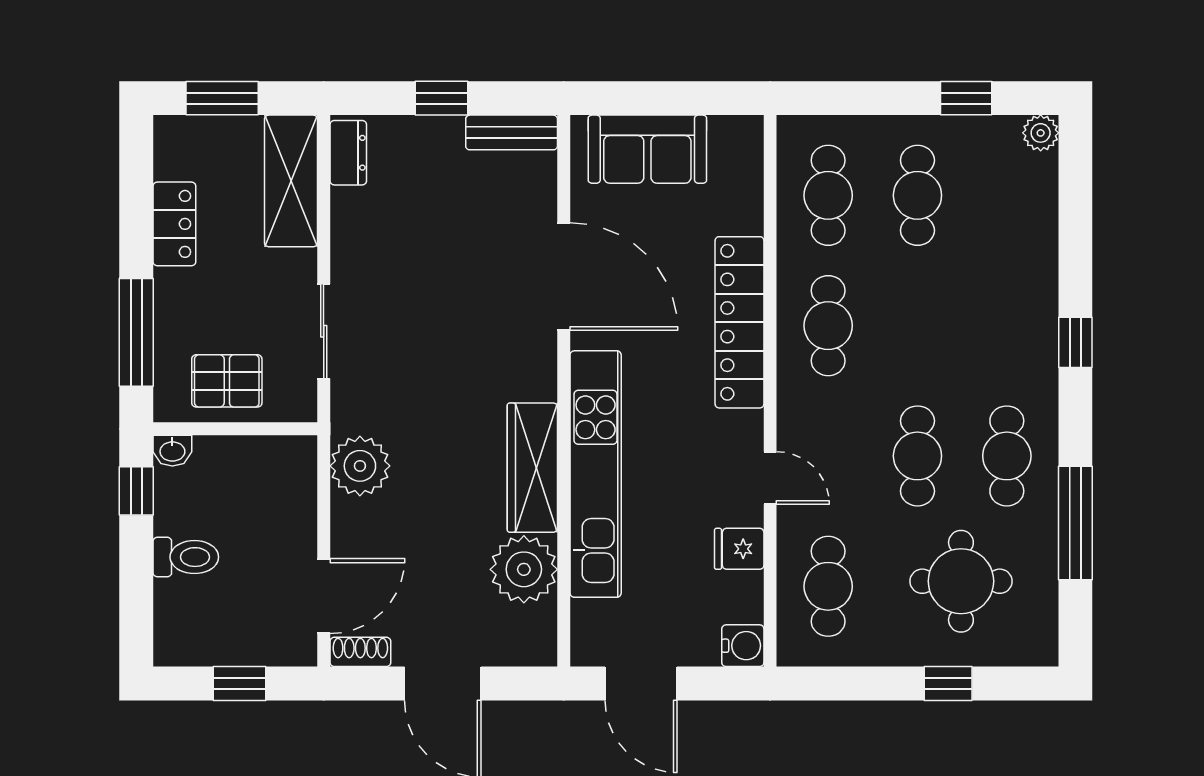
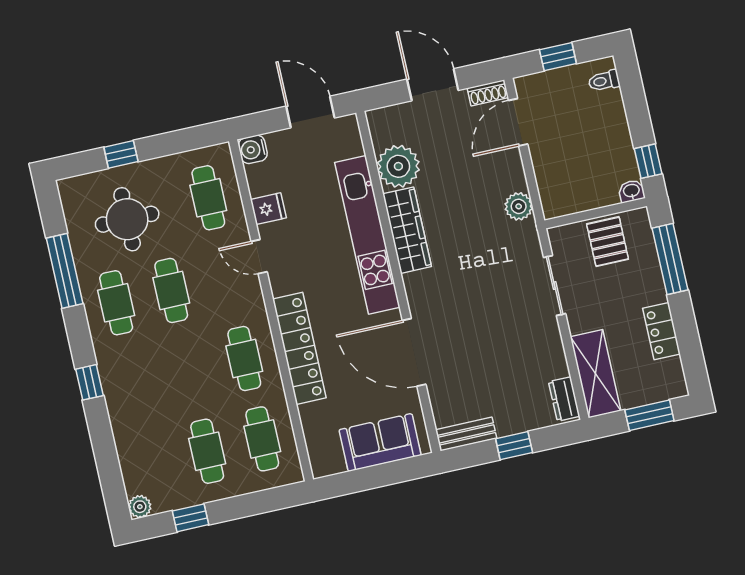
pallet: (227, 381) -> (608, 242), turned 90
plant: (360, 466) -> (519, 206), width x0.73, depth x0.73
toilet: (186, 557) -> (604, 81), moved, width x0.73, depth x0.72

